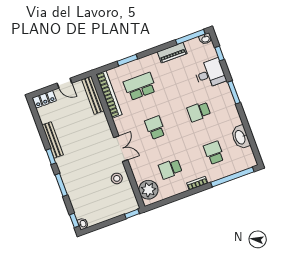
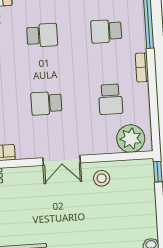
school desk: (199, 112) -> (42, 35), turned -90
double door: (121, 149) -> (62, 160), swing flipped

